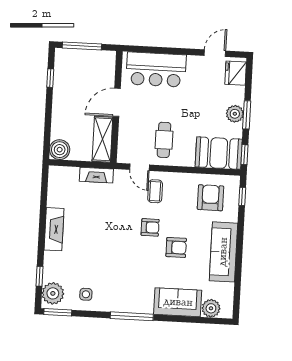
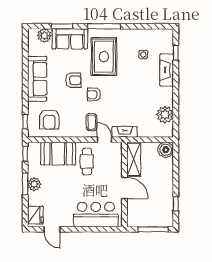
door: (215, 53) -> (52, 229), hinge flipped
door: (117, 102) -> (124, 188), hinge flipped
booth: (219, 153) -> (58, 154), moved
fireplace: (96, 175) -> (125, 132), moved
fireplace: (54, 229) -> (167, 70), moved
armchair: (176, 247) -> (73, 80), turned 180
rug: (134, 276) -> (104, 57), added
plant: (53, 293) -> (165, 115), moved
side table: (86, 294) -> (143, 54), moved
window: (58, 312) -> (62, 26), moved

